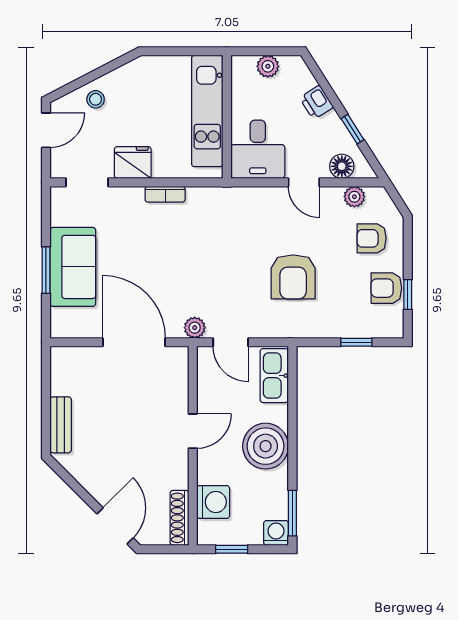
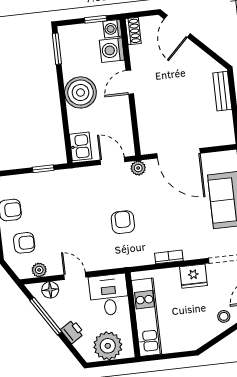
plant: (268, 66) -> (108, 346), width x1.87, depth x1.87
window: (352, 129) -> (46, 316), width x2.17
armchair: (293, 277) -> (123, 222), moved, width x0.72, depth x0.72
window: (356, 342) -> (43, 169), moved
kitchen sink: (274, 376) -> (81, 146), width x0.73
door: (193, 431) -> (130, 82), moved
shoe rack: (180, 518) -> (133, 31), width x0.70
washing machine: (276, 533) -> (112, 29), moved, turned 90

